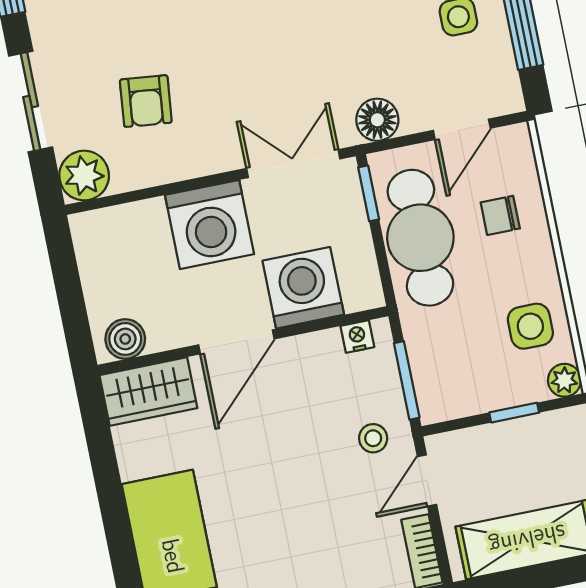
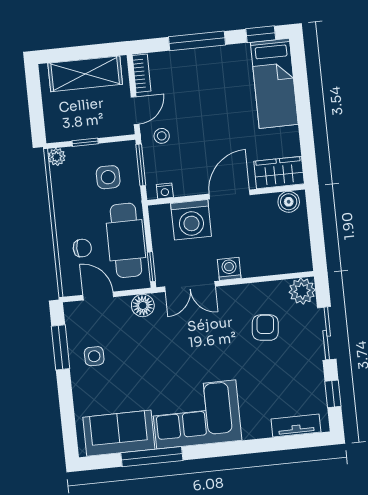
door: (462, 129) -> (98, 296), hinge flipped
washing machine: (210, 225) -> (229, 269), width x0.53, depth x0.53
side table: (530, 326) -> (108, 177), moved

